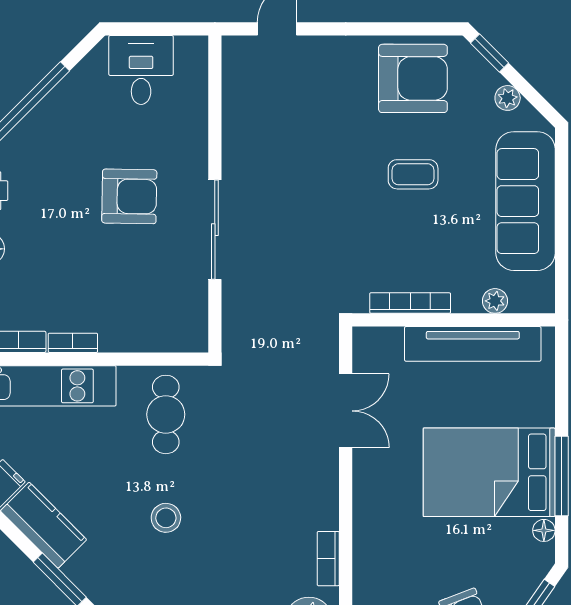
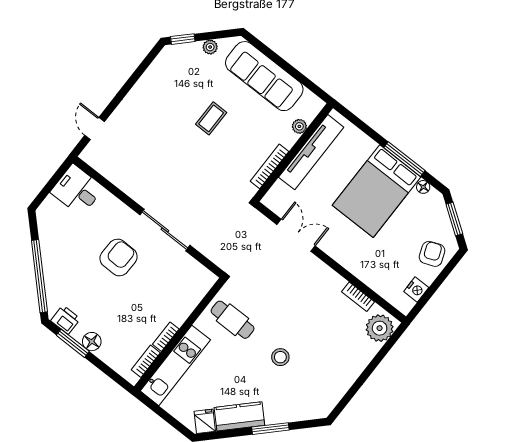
desk: (141, 70) -> (77, 190), moved
armchair: (413, 78) -> (167, 84), removed

